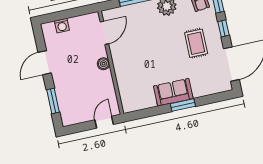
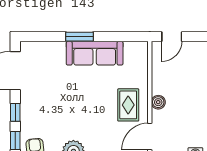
rug: (196, 43) -> (128, 105), moved
sofa: (173, 92) -> (95, 53), width x1.36

